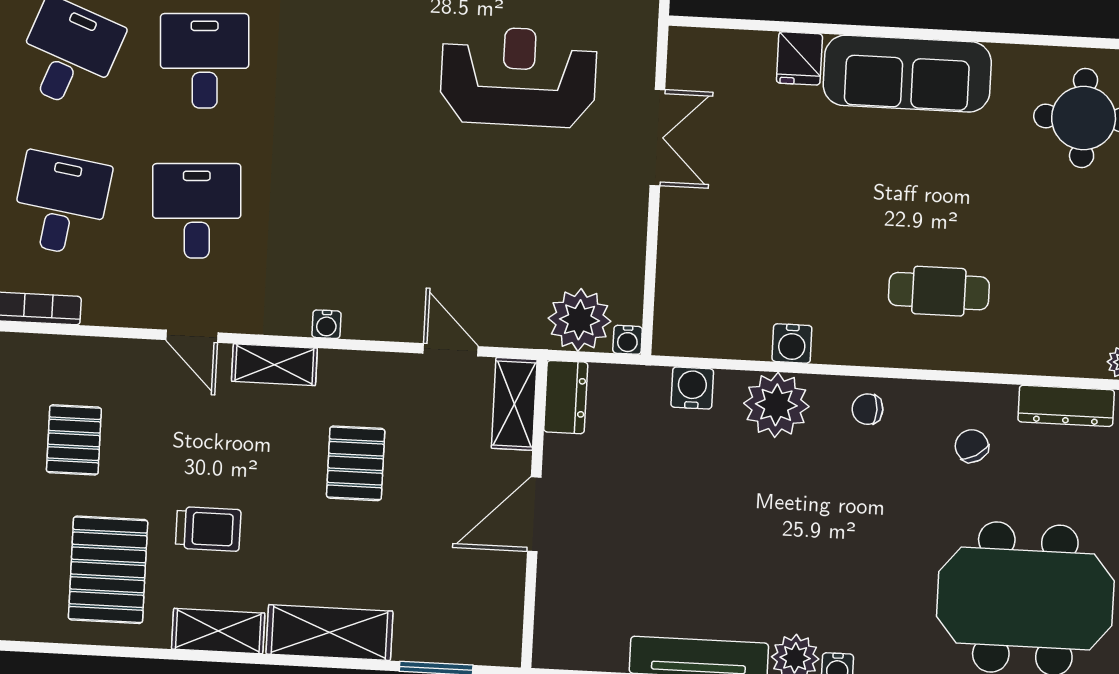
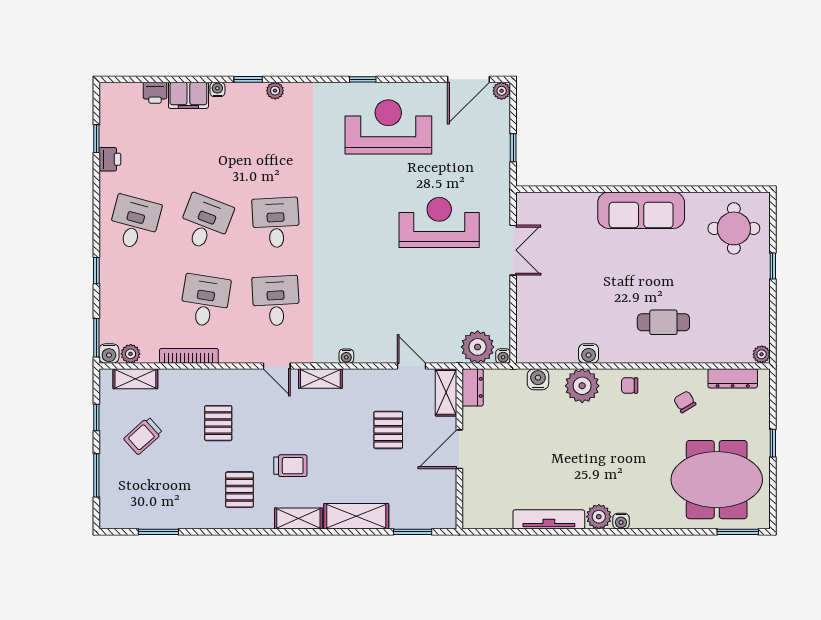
fridge: (799, 58) -> (585, 205), removed
pallet: (356, 463) -> (388, 430), moved
pallet: (108, 570) -> (240, 490), width x0.67, depth x0.71

